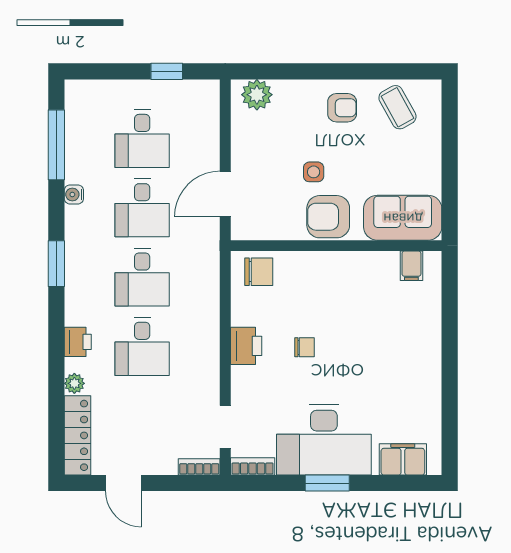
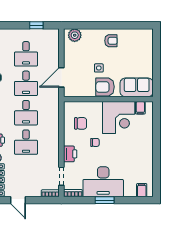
coffee table: (397, 107) -> (134, 40), removed
chair: (259, 272) -> (81, 123), moved
corner desk: (360, 289) -> (119, 118), added
printer: (246, 346) -> (70, 154), moved
filing cabinet: (403, 459) -> (142, 190), width x0.50

